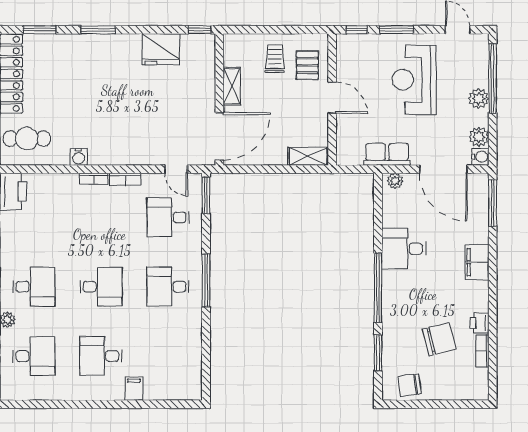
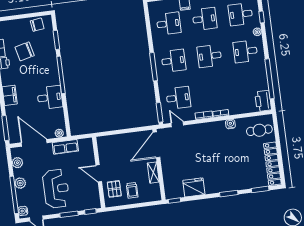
shelving: (308, 156) -> (107, 140), removed
water cooler: (480, 157) -> (23, 211), moved
desk: (168, 356) -> (169, 24), added

